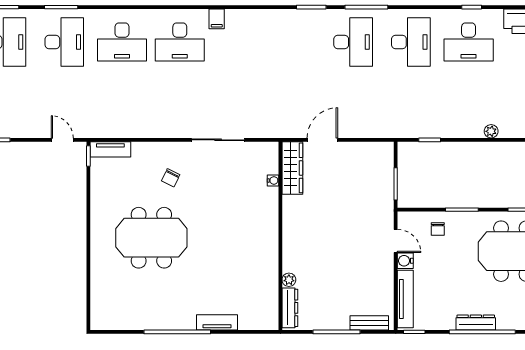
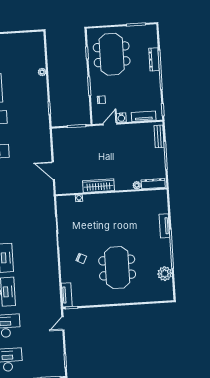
wardrobe: (292, 168) -> (99, 186), moved
tv unit: (405, 299) -> (144, 116), width x0.71
plant: (136, 318) -> (165, 274), added
dresser: (476, 322) -> (154, 59), moved

